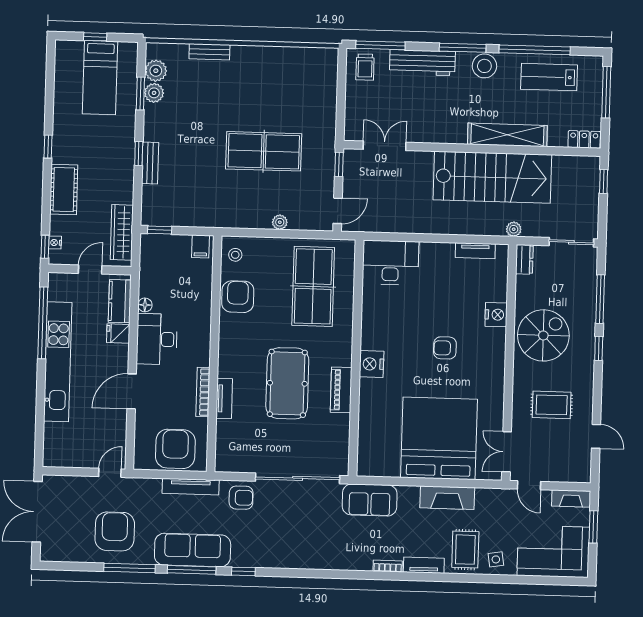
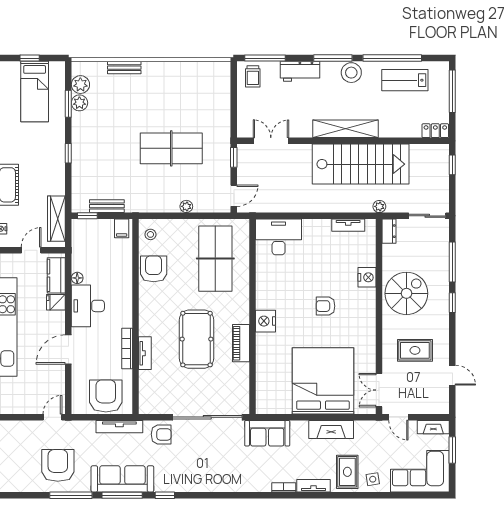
workbench: (422, 63) -> (300, 71), width x0.73
shelving: (507, 135) -> (346, 129), moved
bench: (150, 163) -> (107, 206), moved, turned 90

